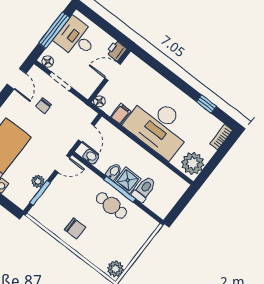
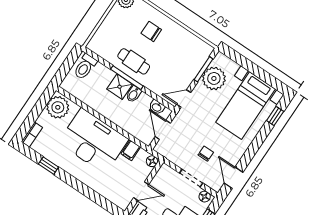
plant: (38, 181) -> (214, 78), width x1.88, depth x1.88
toilet: (144, 189) -> (85, 67), moved
chair: (75, 228) -> (151, 31), moved

